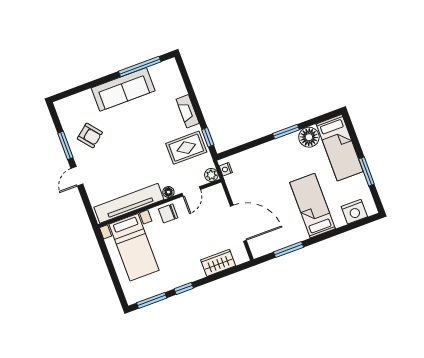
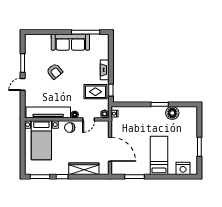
armchair: (90, 135) -> (55, 71), moved
bed: (340, 148) -> (188, 126), removed
wardrobe: (218, 263) -> (84, 169), width x1.50

